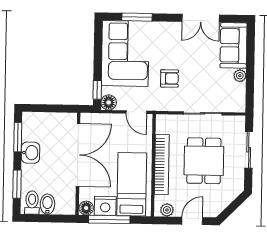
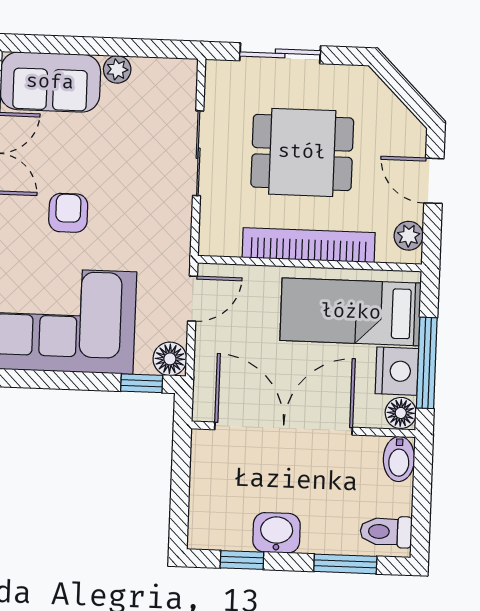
armchair: (169, 78) -> (68, 213), moved
window: (18, 137) -> (242, 560), width x0.67
bidet: (47, 204) -> (399, 459), moved, turned -90

